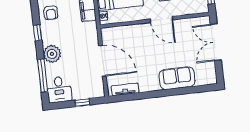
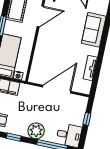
door: (161, 19) -> (40, 16), moved
tv unit: (125, 89) -> (90, 68), moved

